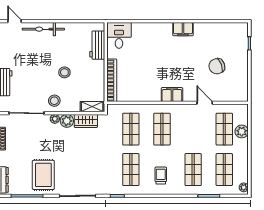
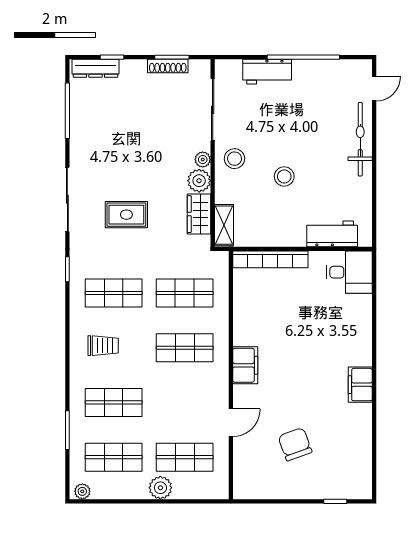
plant: (242, 131) -> (160, 488), moved
rug: (43, 175) -> (126, 215), moved, width x0.73, depth x0.70

